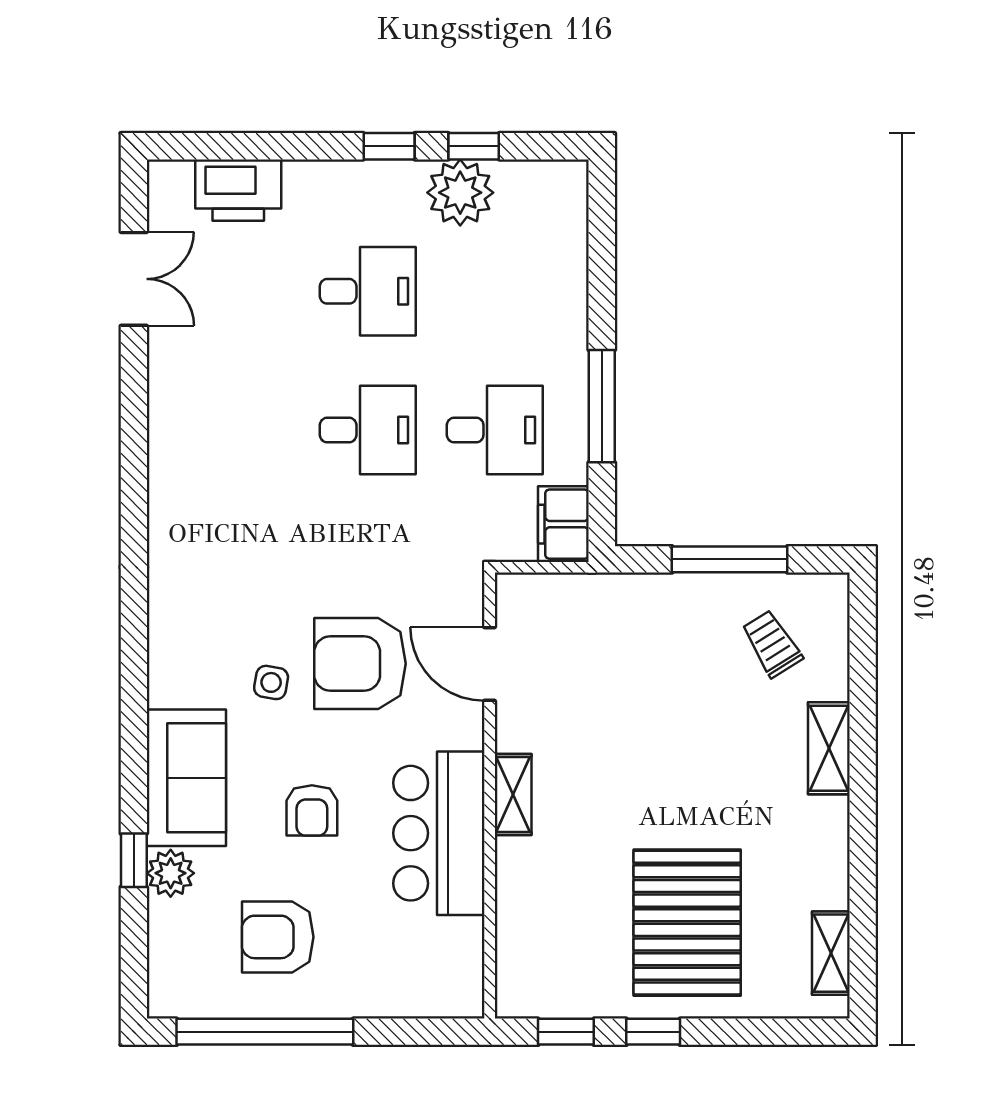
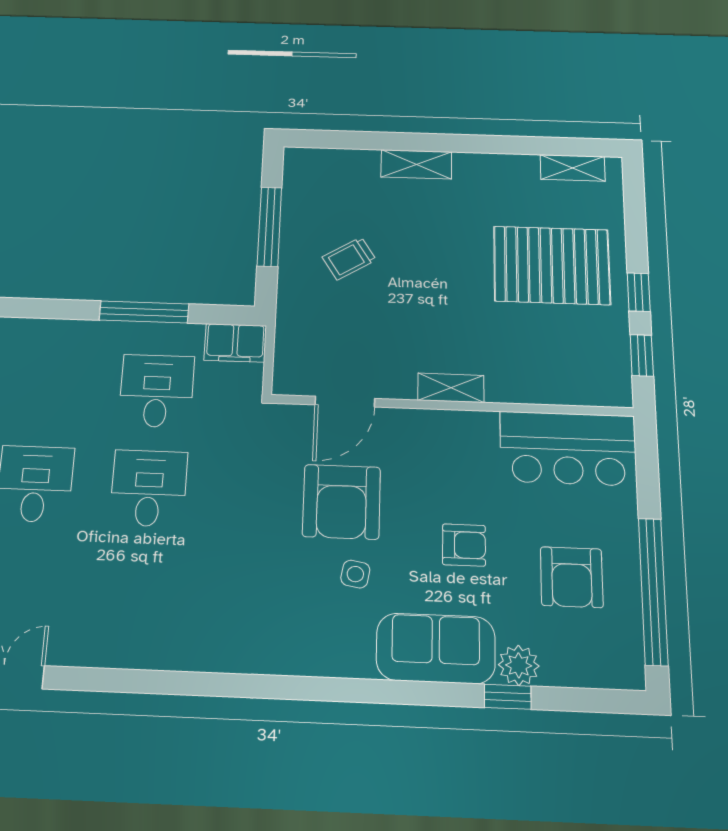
trolley: (772, 644) -> (349, 258), moved
bar counter: (439, 833) -> (568, 448), moved

